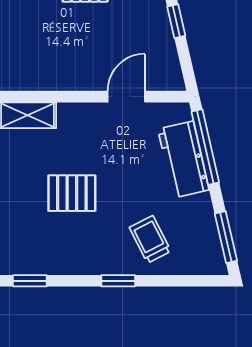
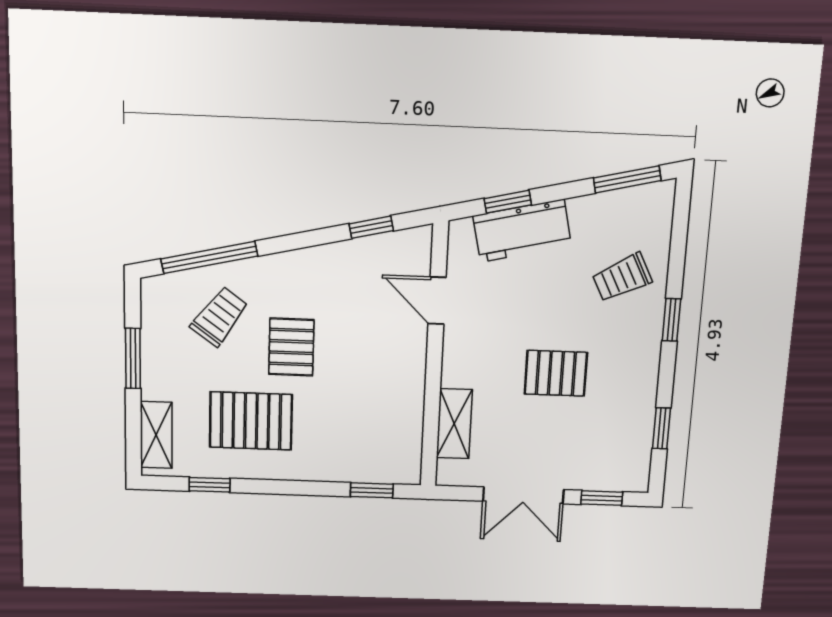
window: (176, 21) -> (371, 227), moved
window: (205, 147) -> (508, 202), width x0.46
pallet: (72, 193) -> (556, 373), turned 90

